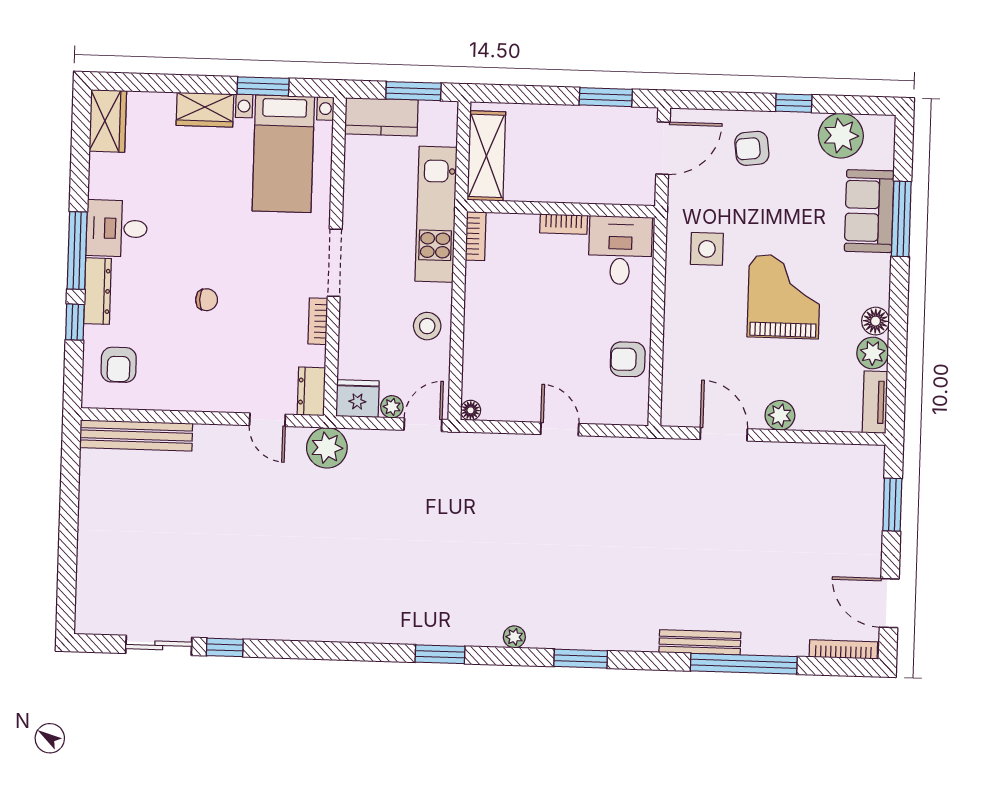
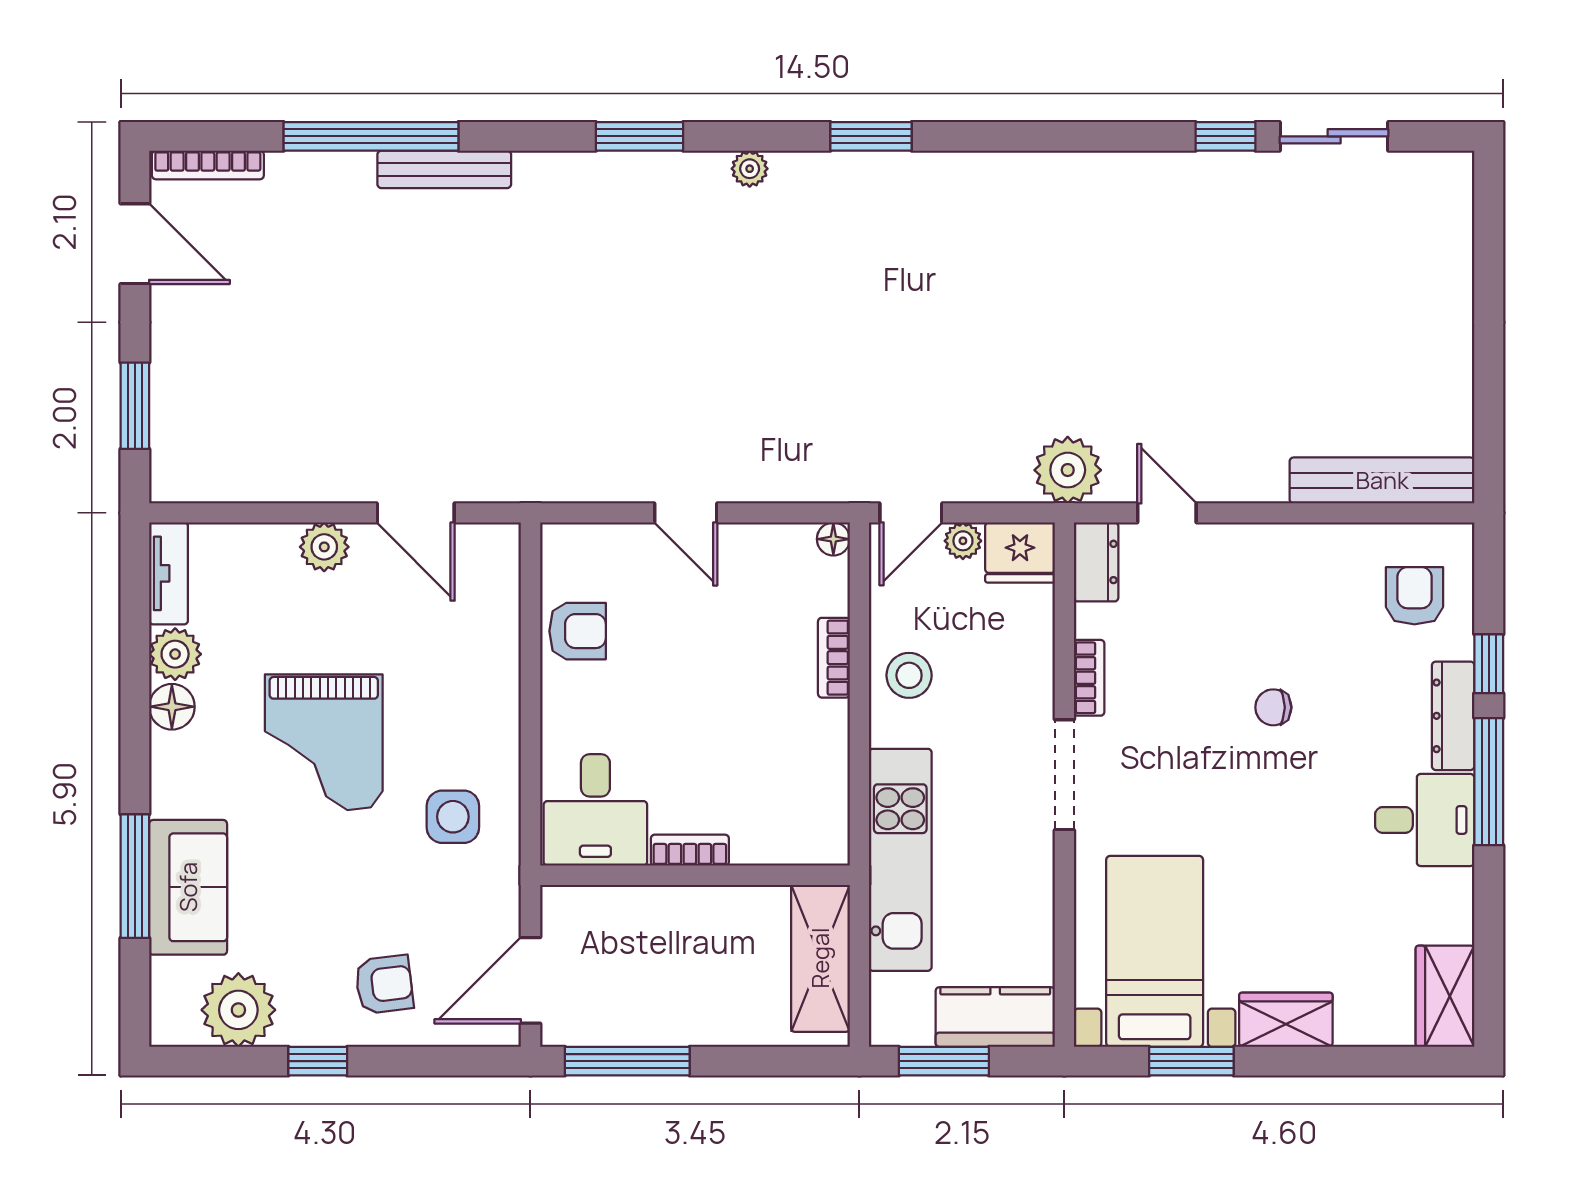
window: (606, 97) -> (627, 1061), width x1.44
bookcase: (476, 236) -> (834, 658), moved

